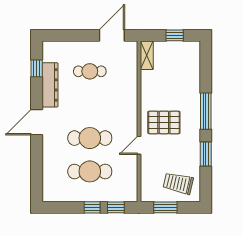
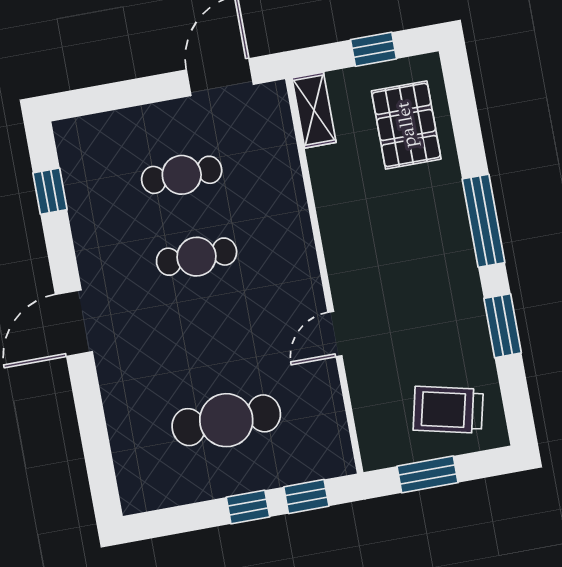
dresser: (50, 85) -> (90, 226), removed
pallet: (164, 122) -> (406, 125), moved, turned 90
cafe table: (90, 138) -> (197, 257), moved, width x0.73, depth x0.74

